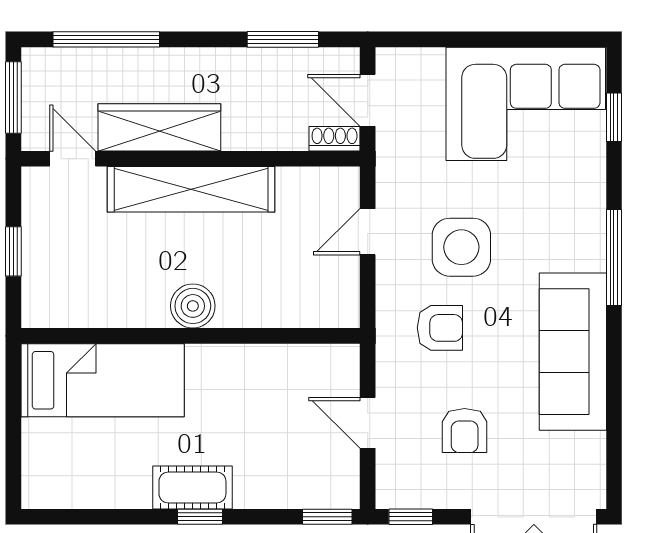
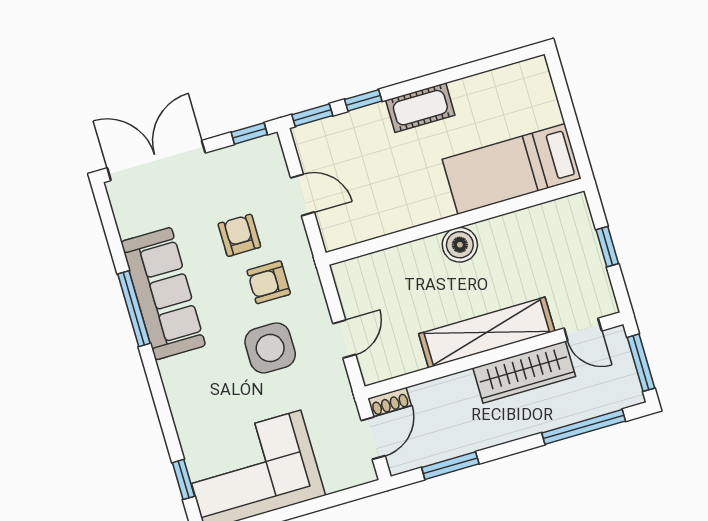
door: (368, 100) -> (373, 438), hinge flipped
window: (614, 258) -> (134, 309), moved
armchair: (465, 431) -> (239, 235), moved
window: (200, 517) -> (363, 100), moved

